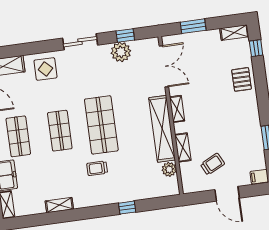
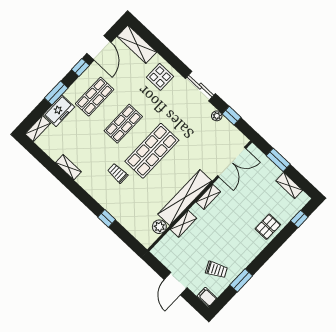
shelving: (234, 33) -> (289, 185), moved
plant: (121, 52) -> (217, 116), width x0.53, depth x0.53
trolley: (213, 164) -> (216, 270), moved

